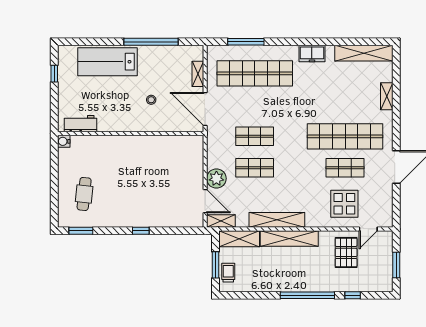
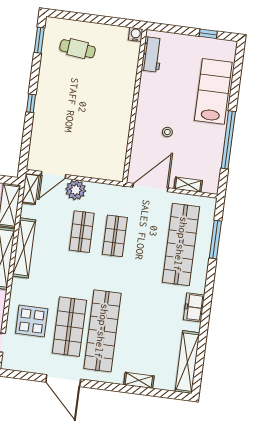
shop shelf: (345, 168) -> (69, 327), width x1.43, depth x1.36

